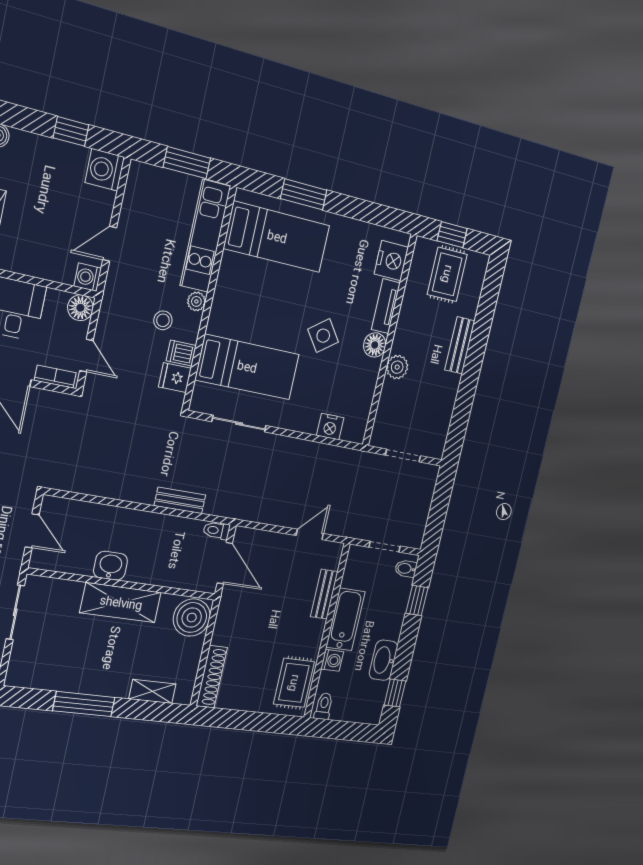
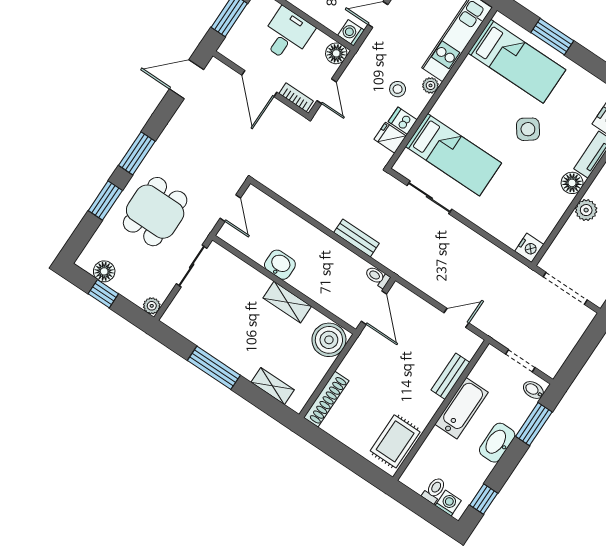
side table: (323, 336) -> (528, 129), moved
nightstand: (330, 427) -> (529, 248), moved, turned -90
doorway: (403, 455) -> (565, 288), width x1.38
window: (417, 601) -> (534, 424), width x1.50
shelving: (121, 603) -> (287, 302), width x0.67, depth x0.75
washing machine: (332, 660) -> (448, 503), moved, turned -90
washbasin: (383, 660) -> (497, 443), moved
toilet: (324, 706) -> (434, 490), moved

